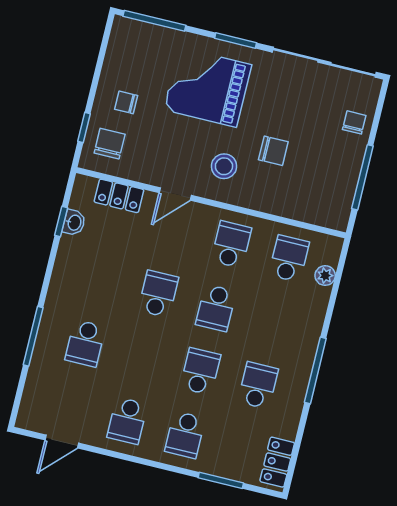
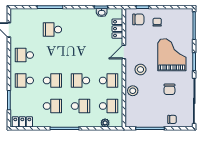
chair: (273, 151) -> (169, 89), moved
door: (175, 194) -> (124, 52), hinge flipped
stool: (268, 195) -> (133, 91), added
school desk: (158, 294) -> (80, 106), moved

